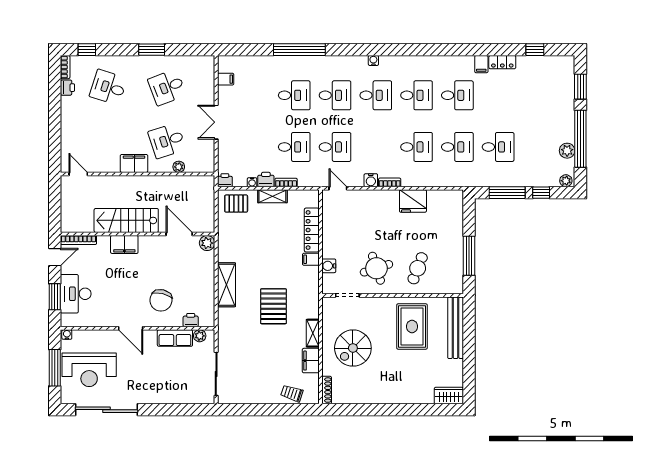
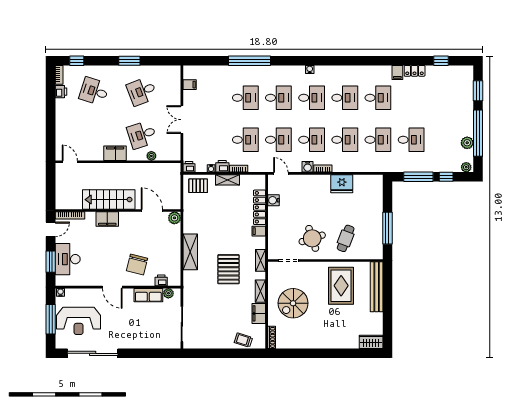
desk: (376, 147) -> (312, 140), added
water cooler: (329, 266) -> (273, 200), moved
shelving: (313, 295) -> (261, 260), added

